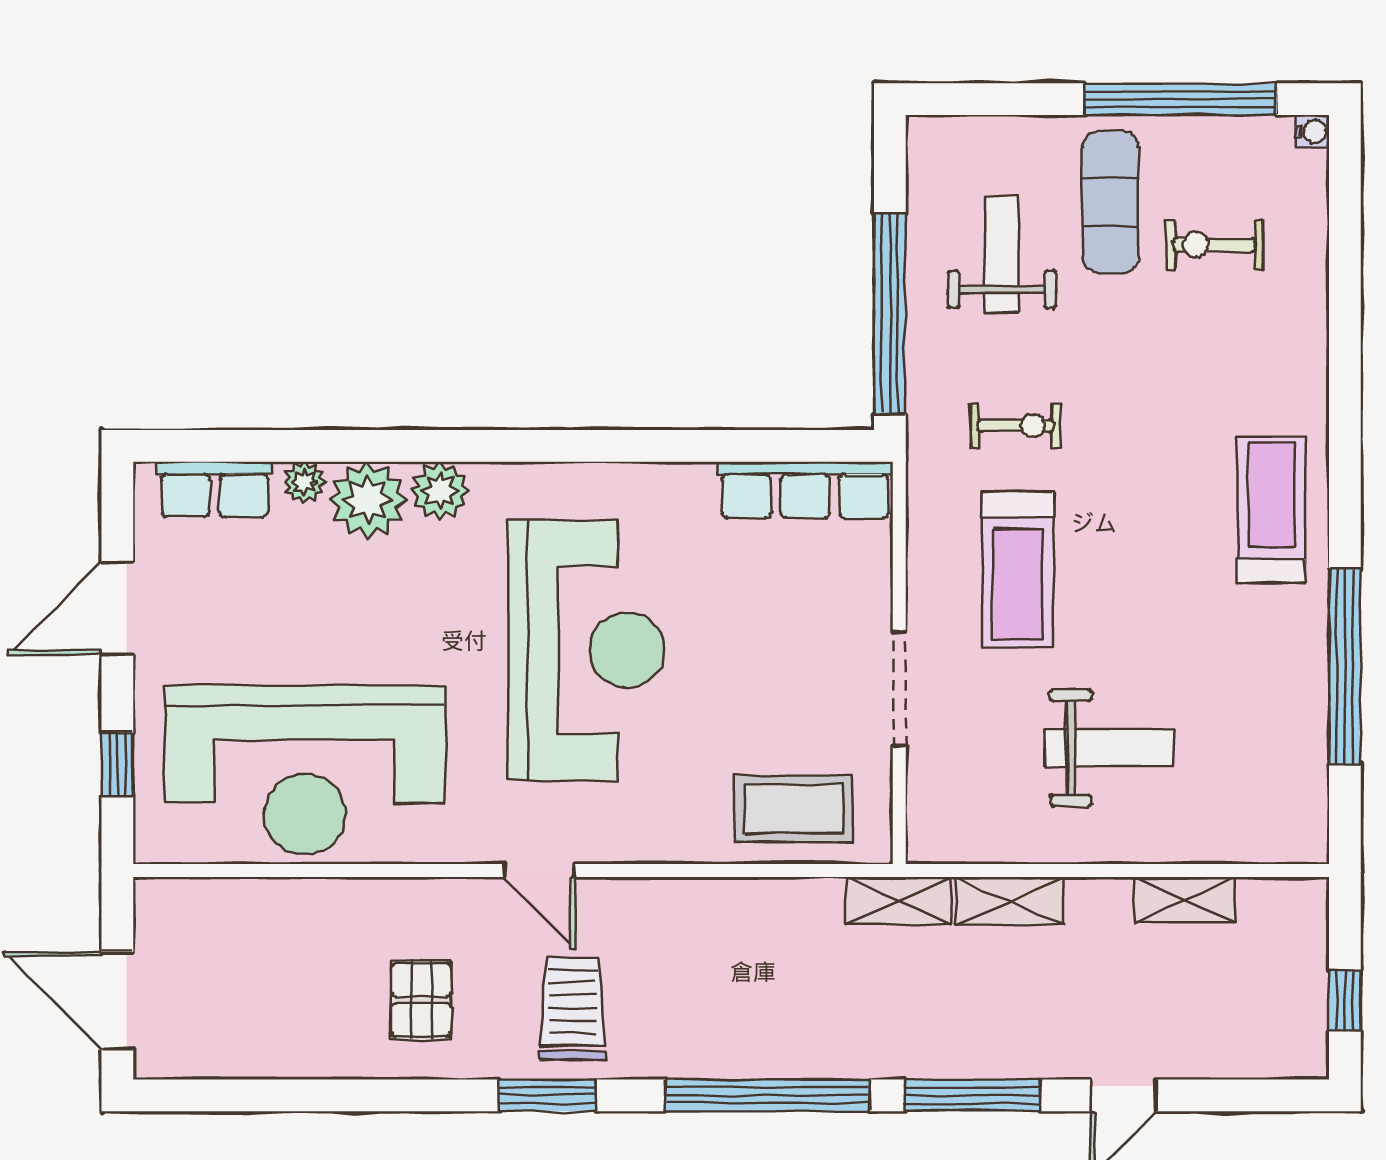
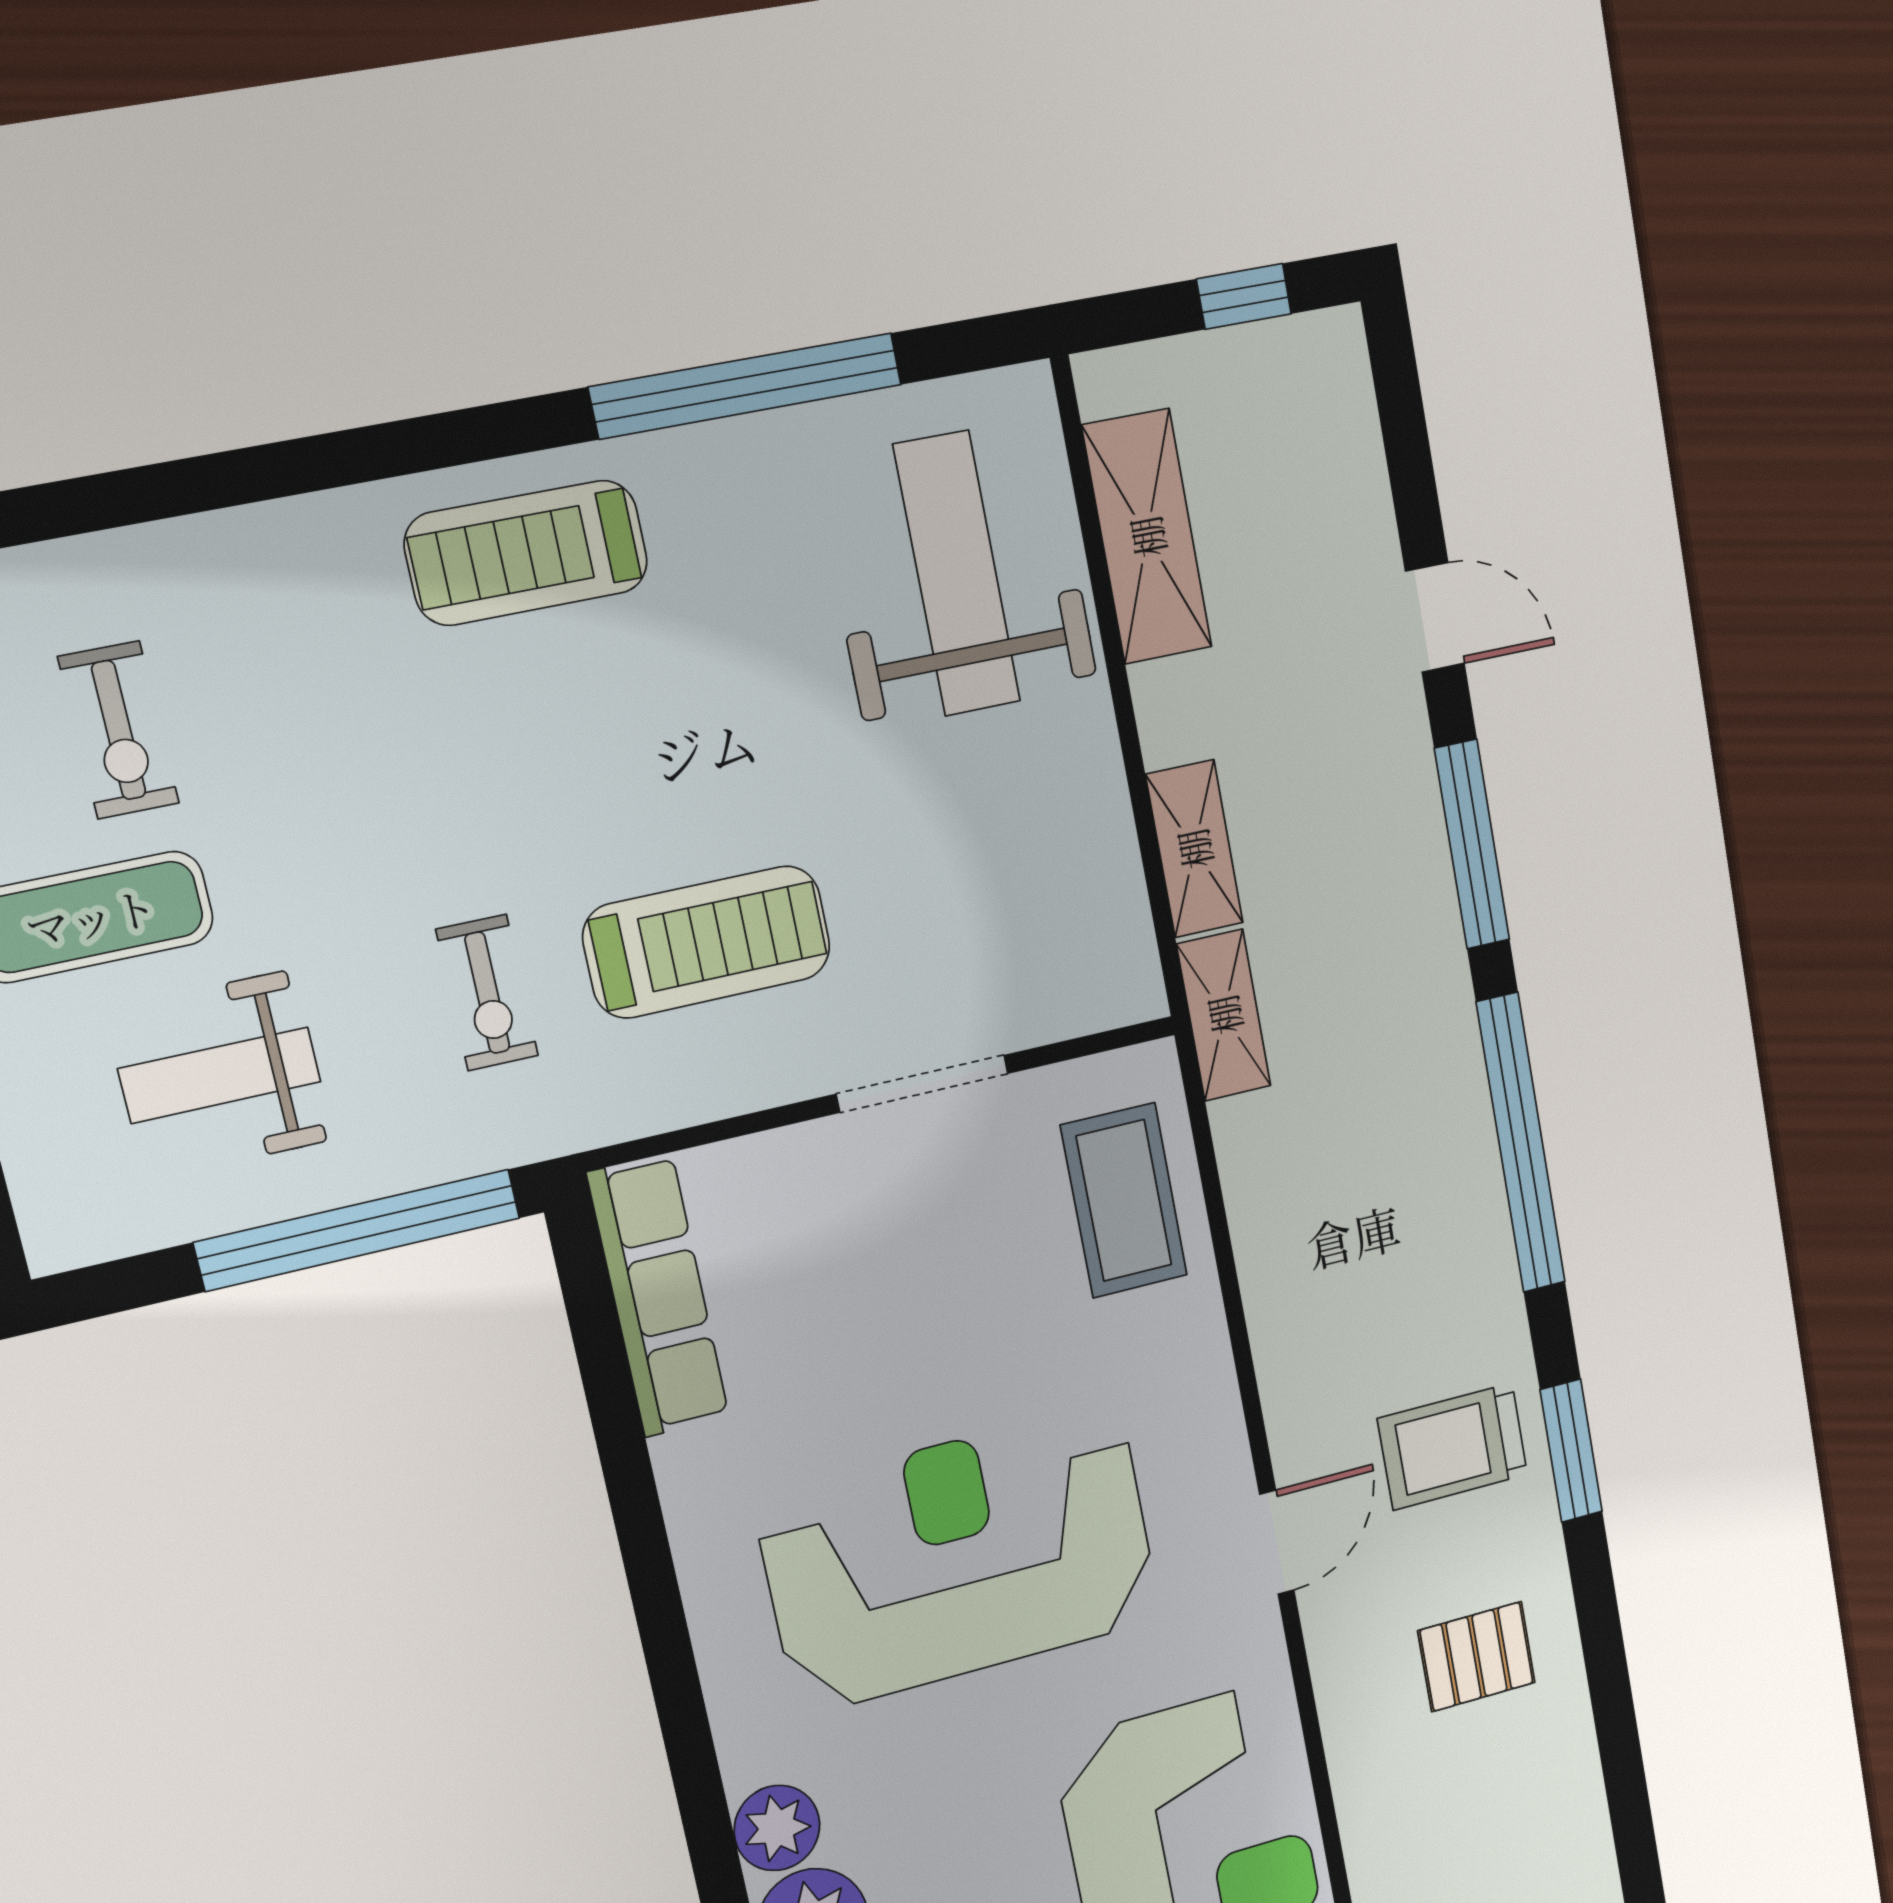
exercise bike: (1016, 426) -> (487, 993), turned 180
weight bench: (1109, 748) -> (957, 574), moved, width x1.36, depth x1.33
shelving: (1184, 899) -> (1147, 537), width x1.50, depth x1.33

